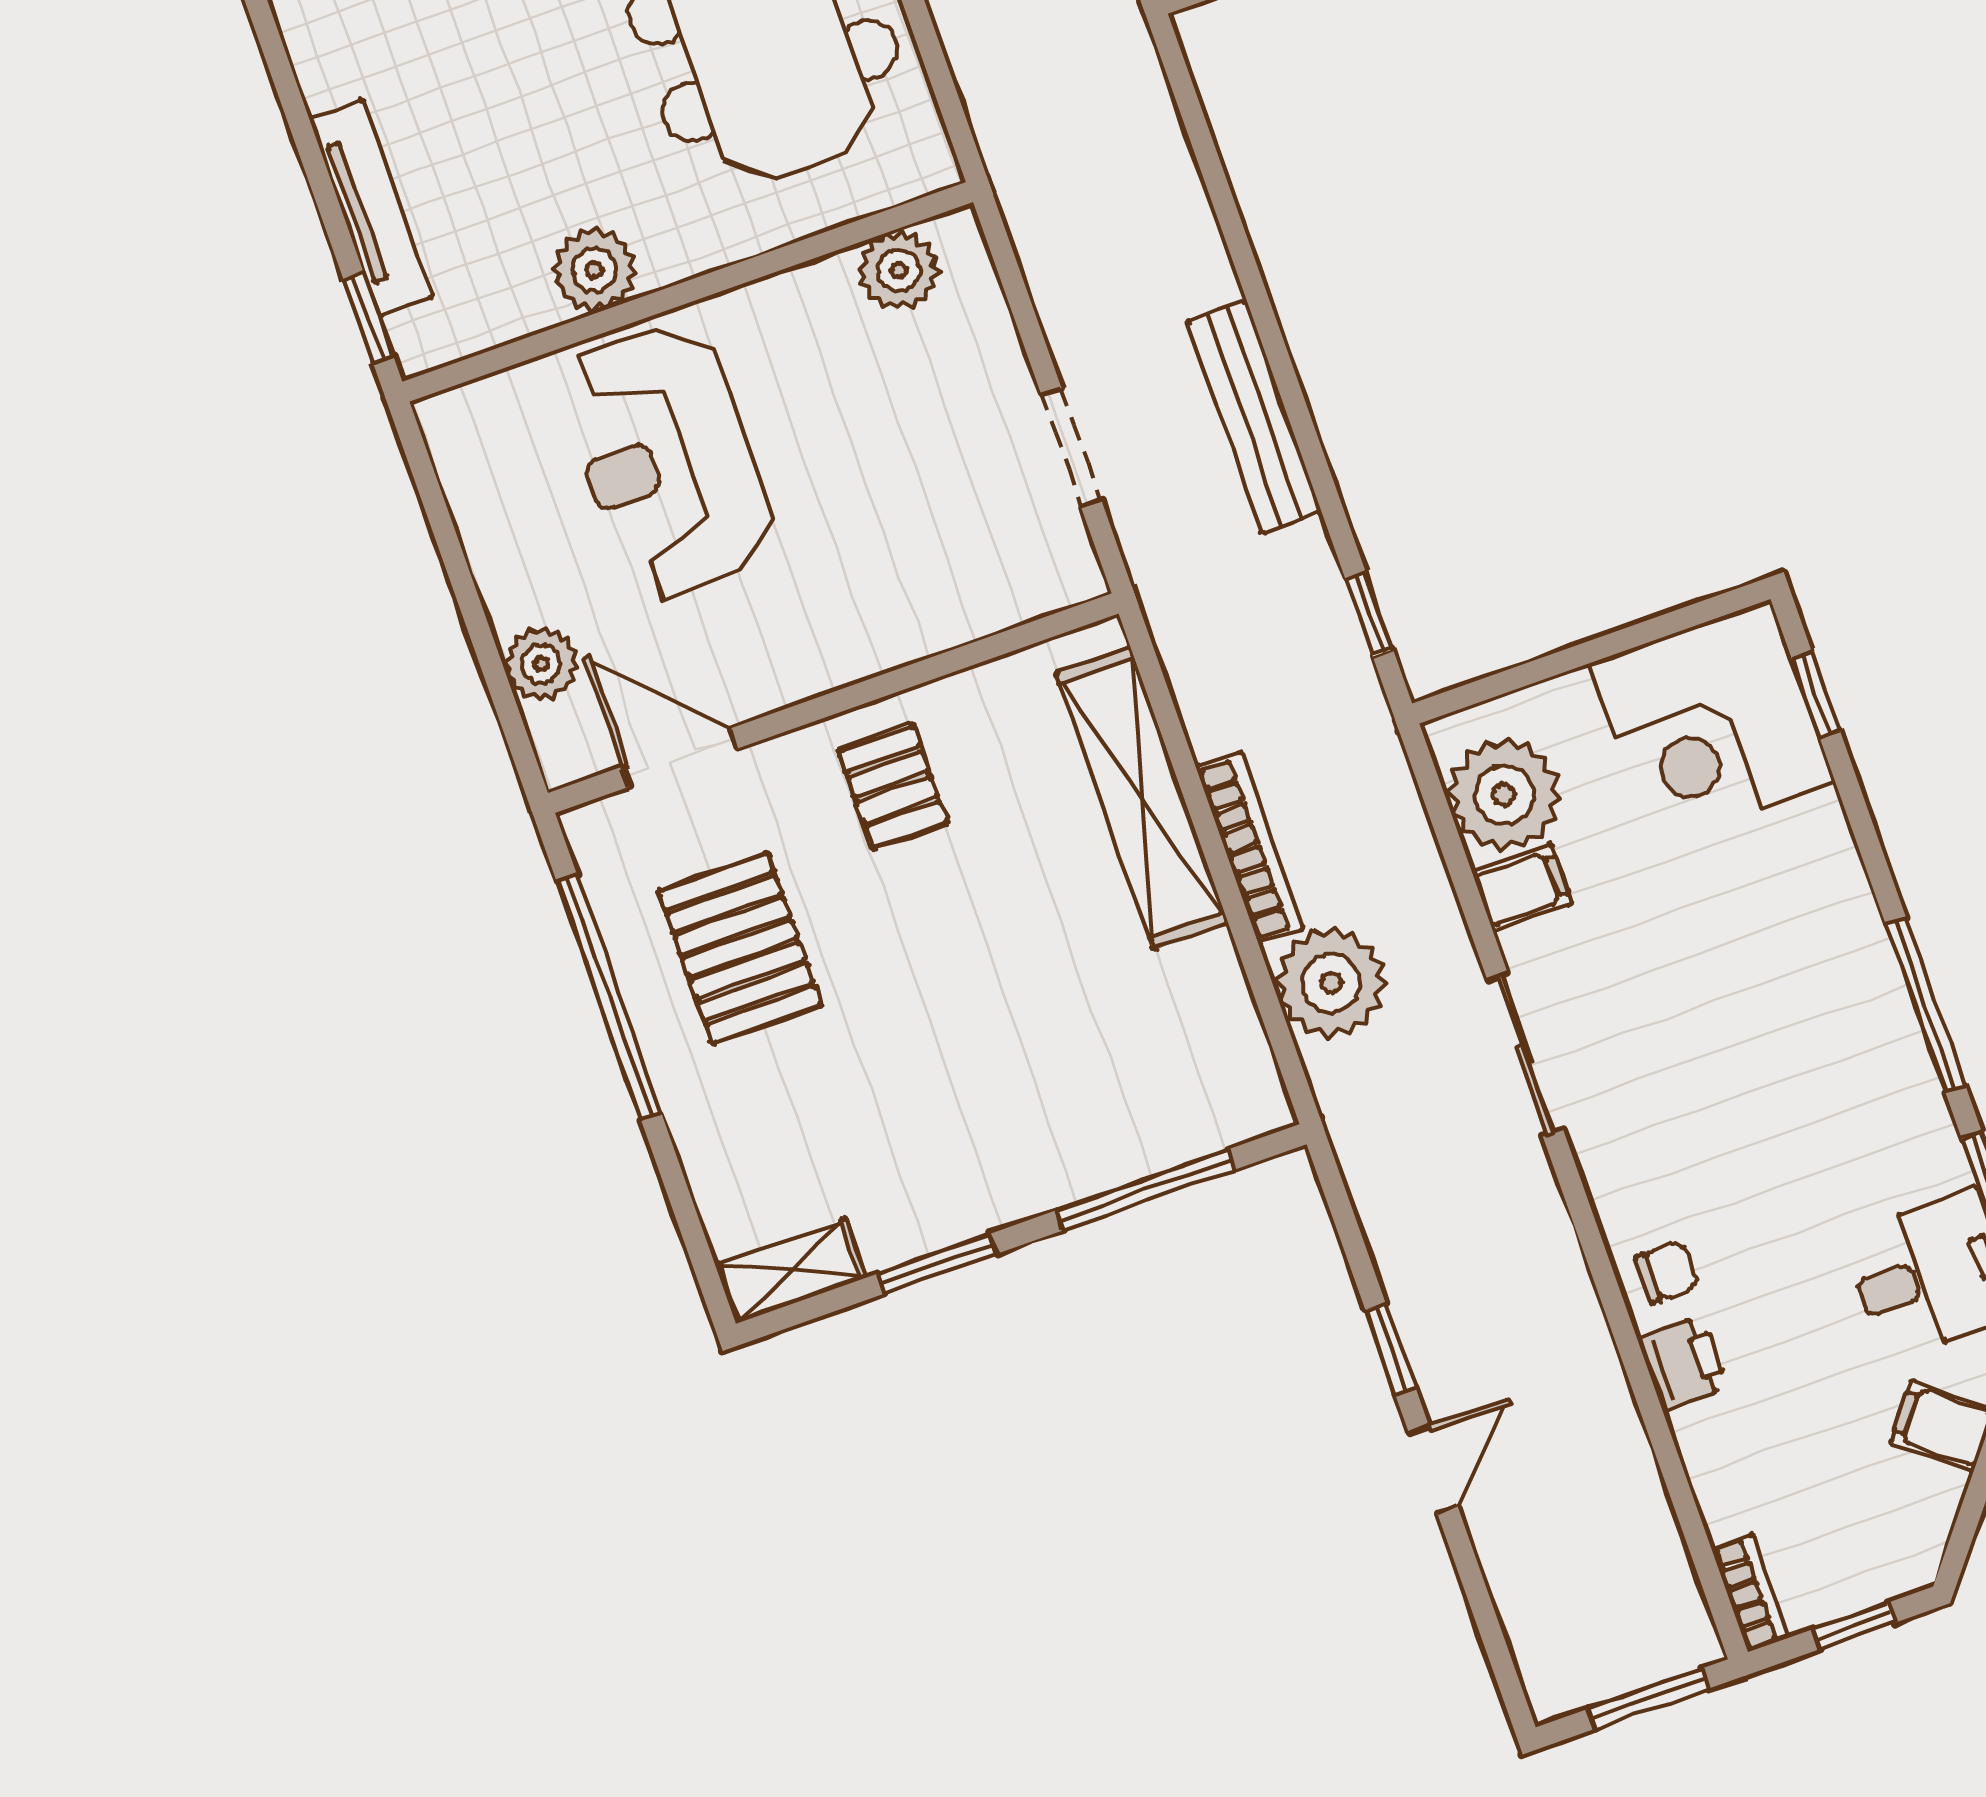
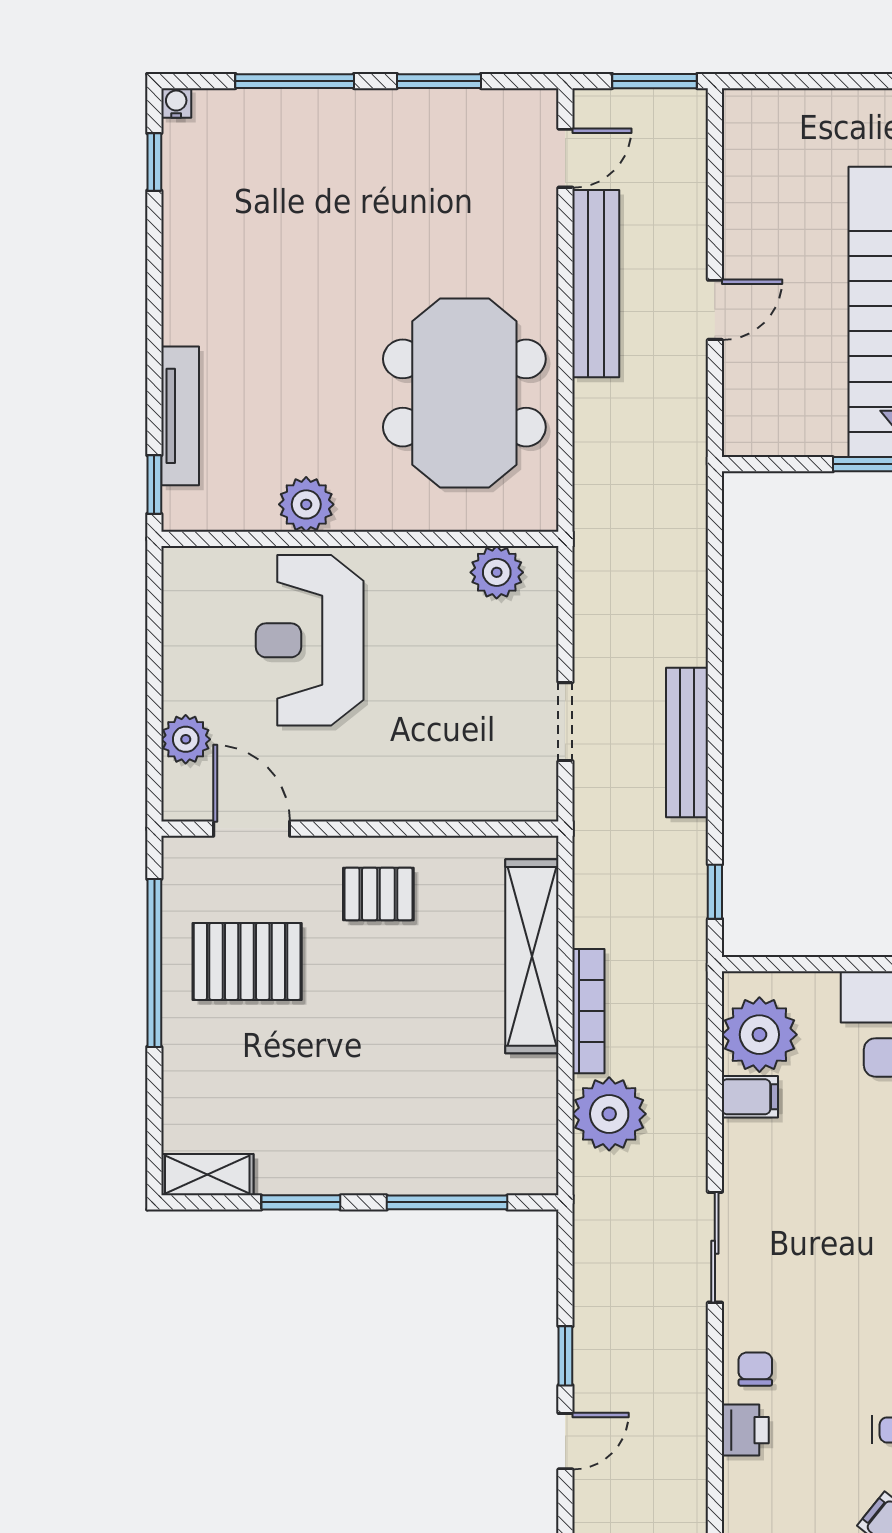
pallet: (893, 787) -> (378, 894), turned 90
pallet: (740, 948) -> (247, 961), turned 90
sliding door: (1525, 1054) -> (715, 1247), moved
chair: (1667, 1272) -> (755, 1369), turned -90

